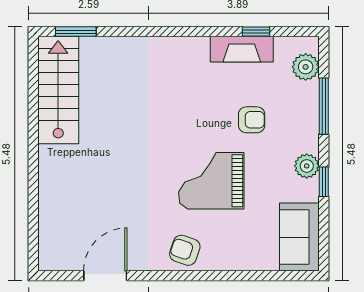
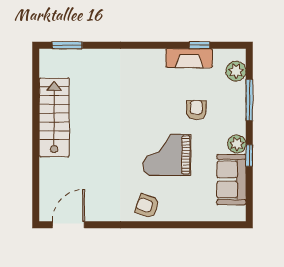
stairs: (58, 90) -> (54, 117), moved
armchair: (252, 120) -> (196, 110), turned -90
sofa: (299, 237) -> (231, 179), moved
door: (105, 276) -> (68, 225), moved

